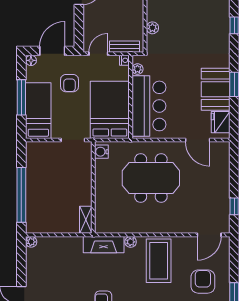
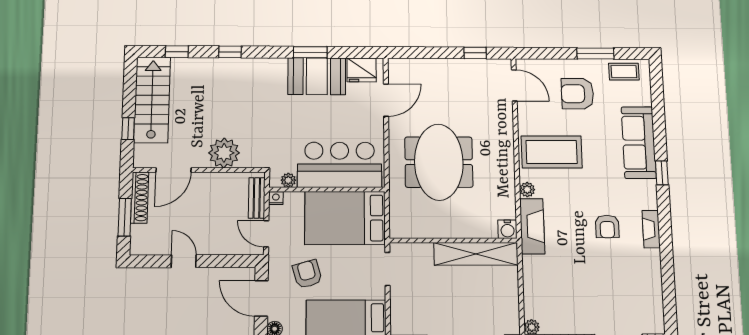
plant: (152, 28) -> (224, 153), width x1.88, depth x1.88
armchair: (69, 83) -> (307, 274), turned -106
water cooler: (101, 152) -> (507, 229), moved
shelving: (86, 220) -> (476, 254), width x2.20, depth x1.33

